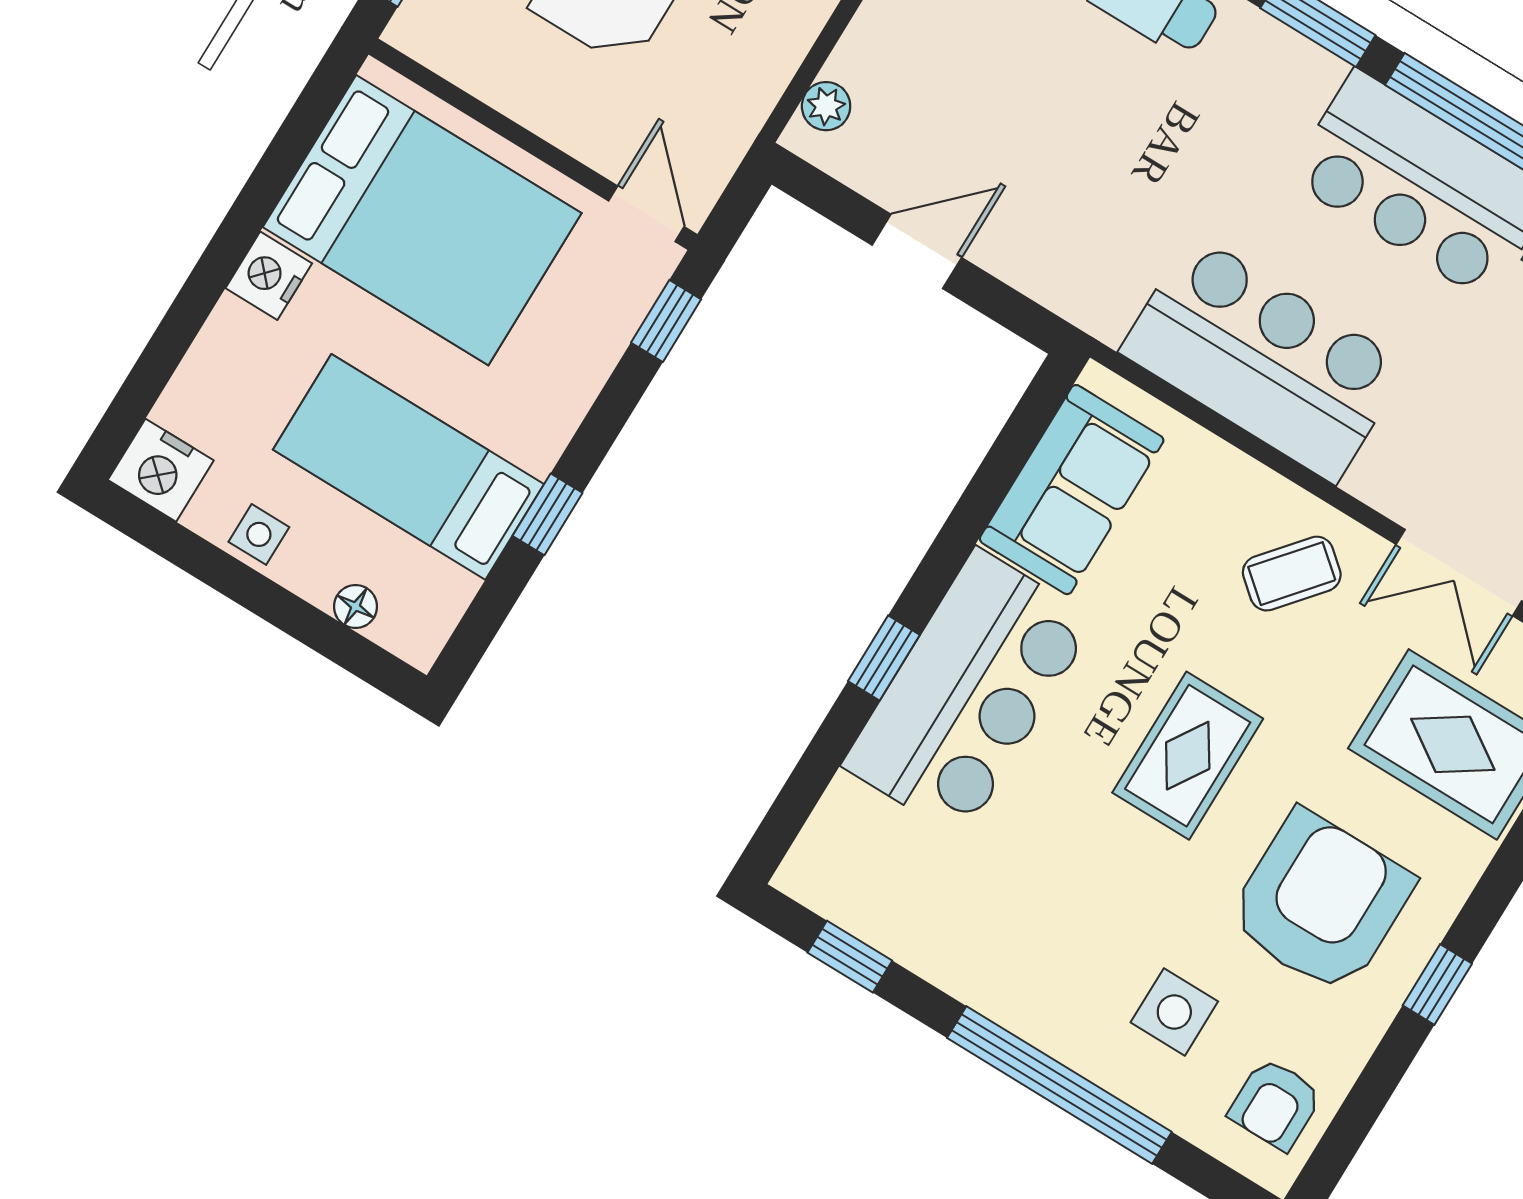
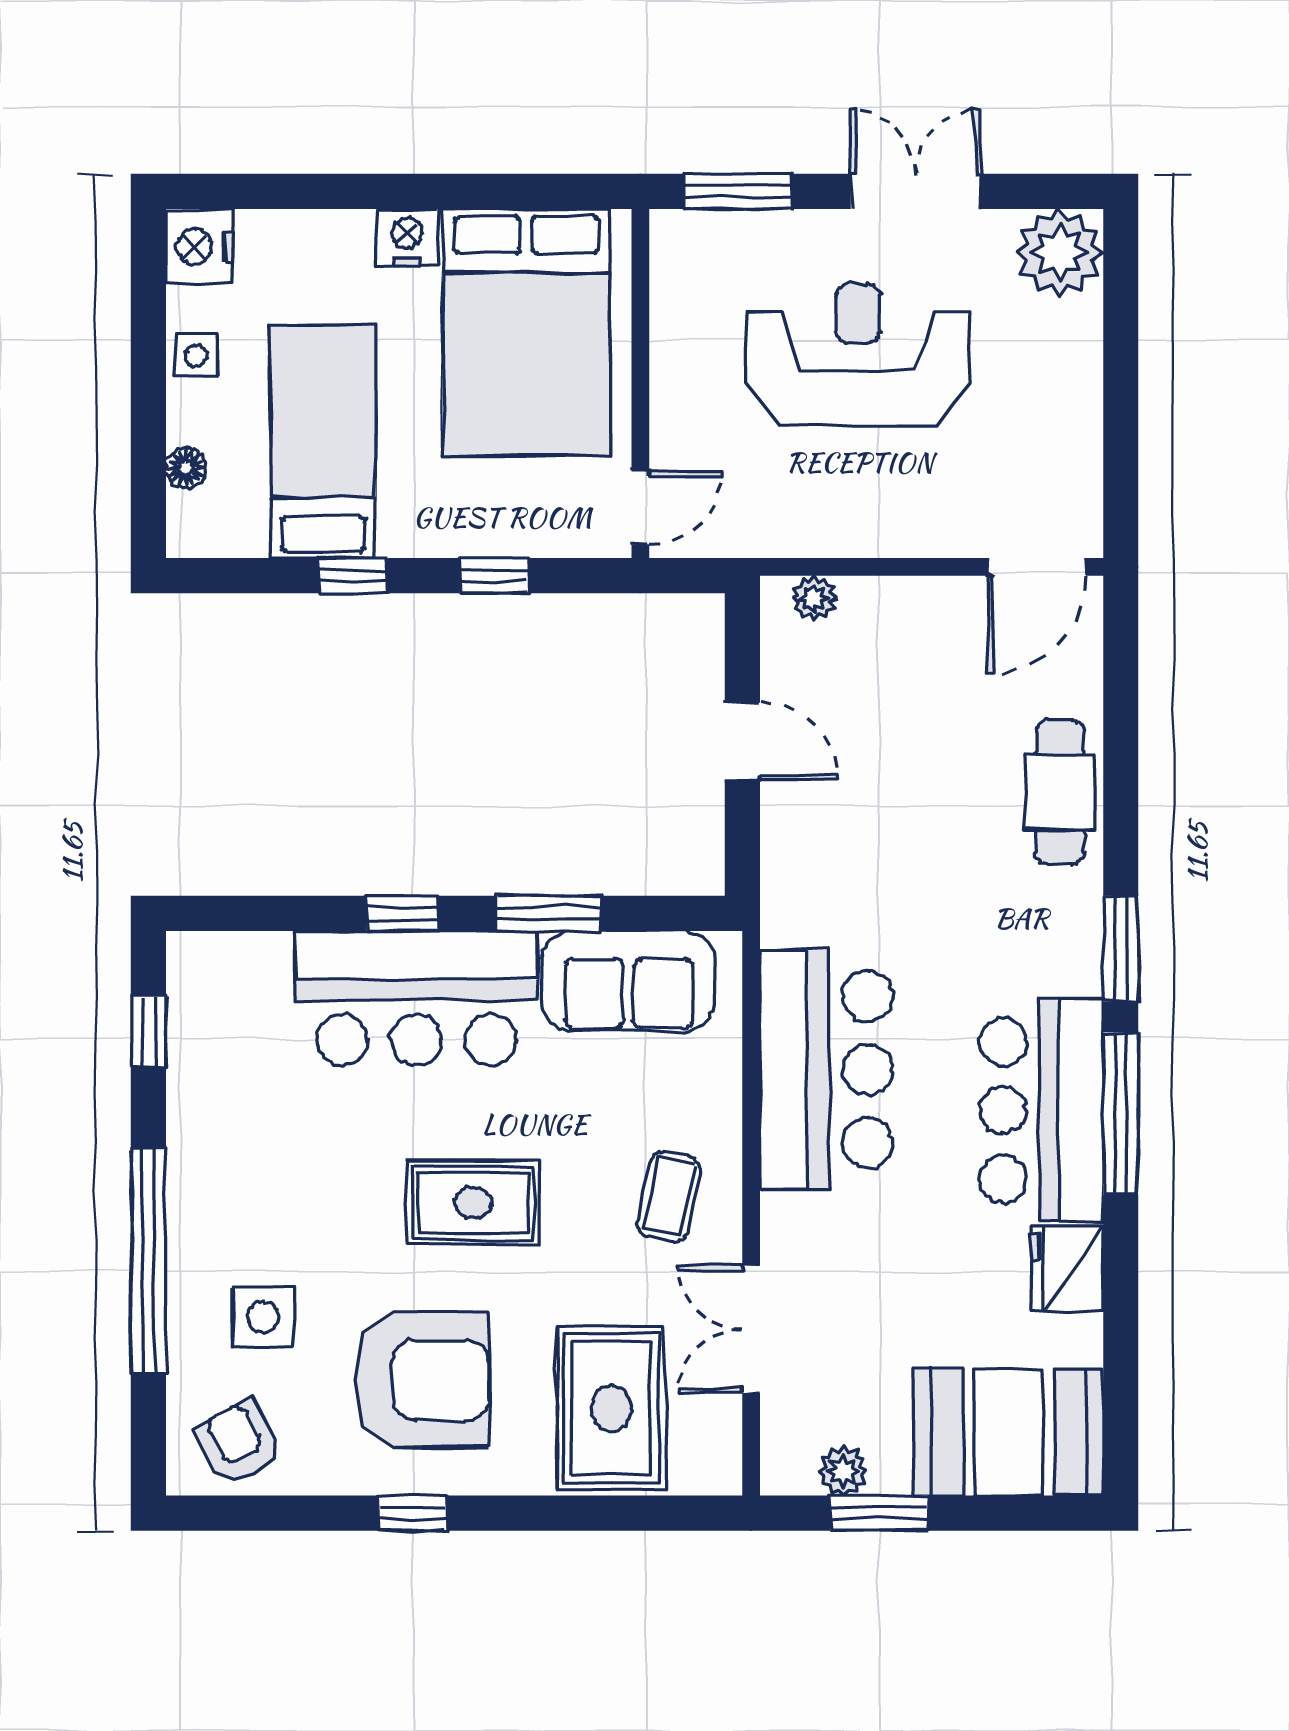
window: (666, 321) -> (494, 576), moved
window: (965, 525) -> (548, 913), added
coffee table: (1292, 574) -> (669, 1197), turned 62
armchair: (1275, 1104) -> (239, 1443), turned 62

